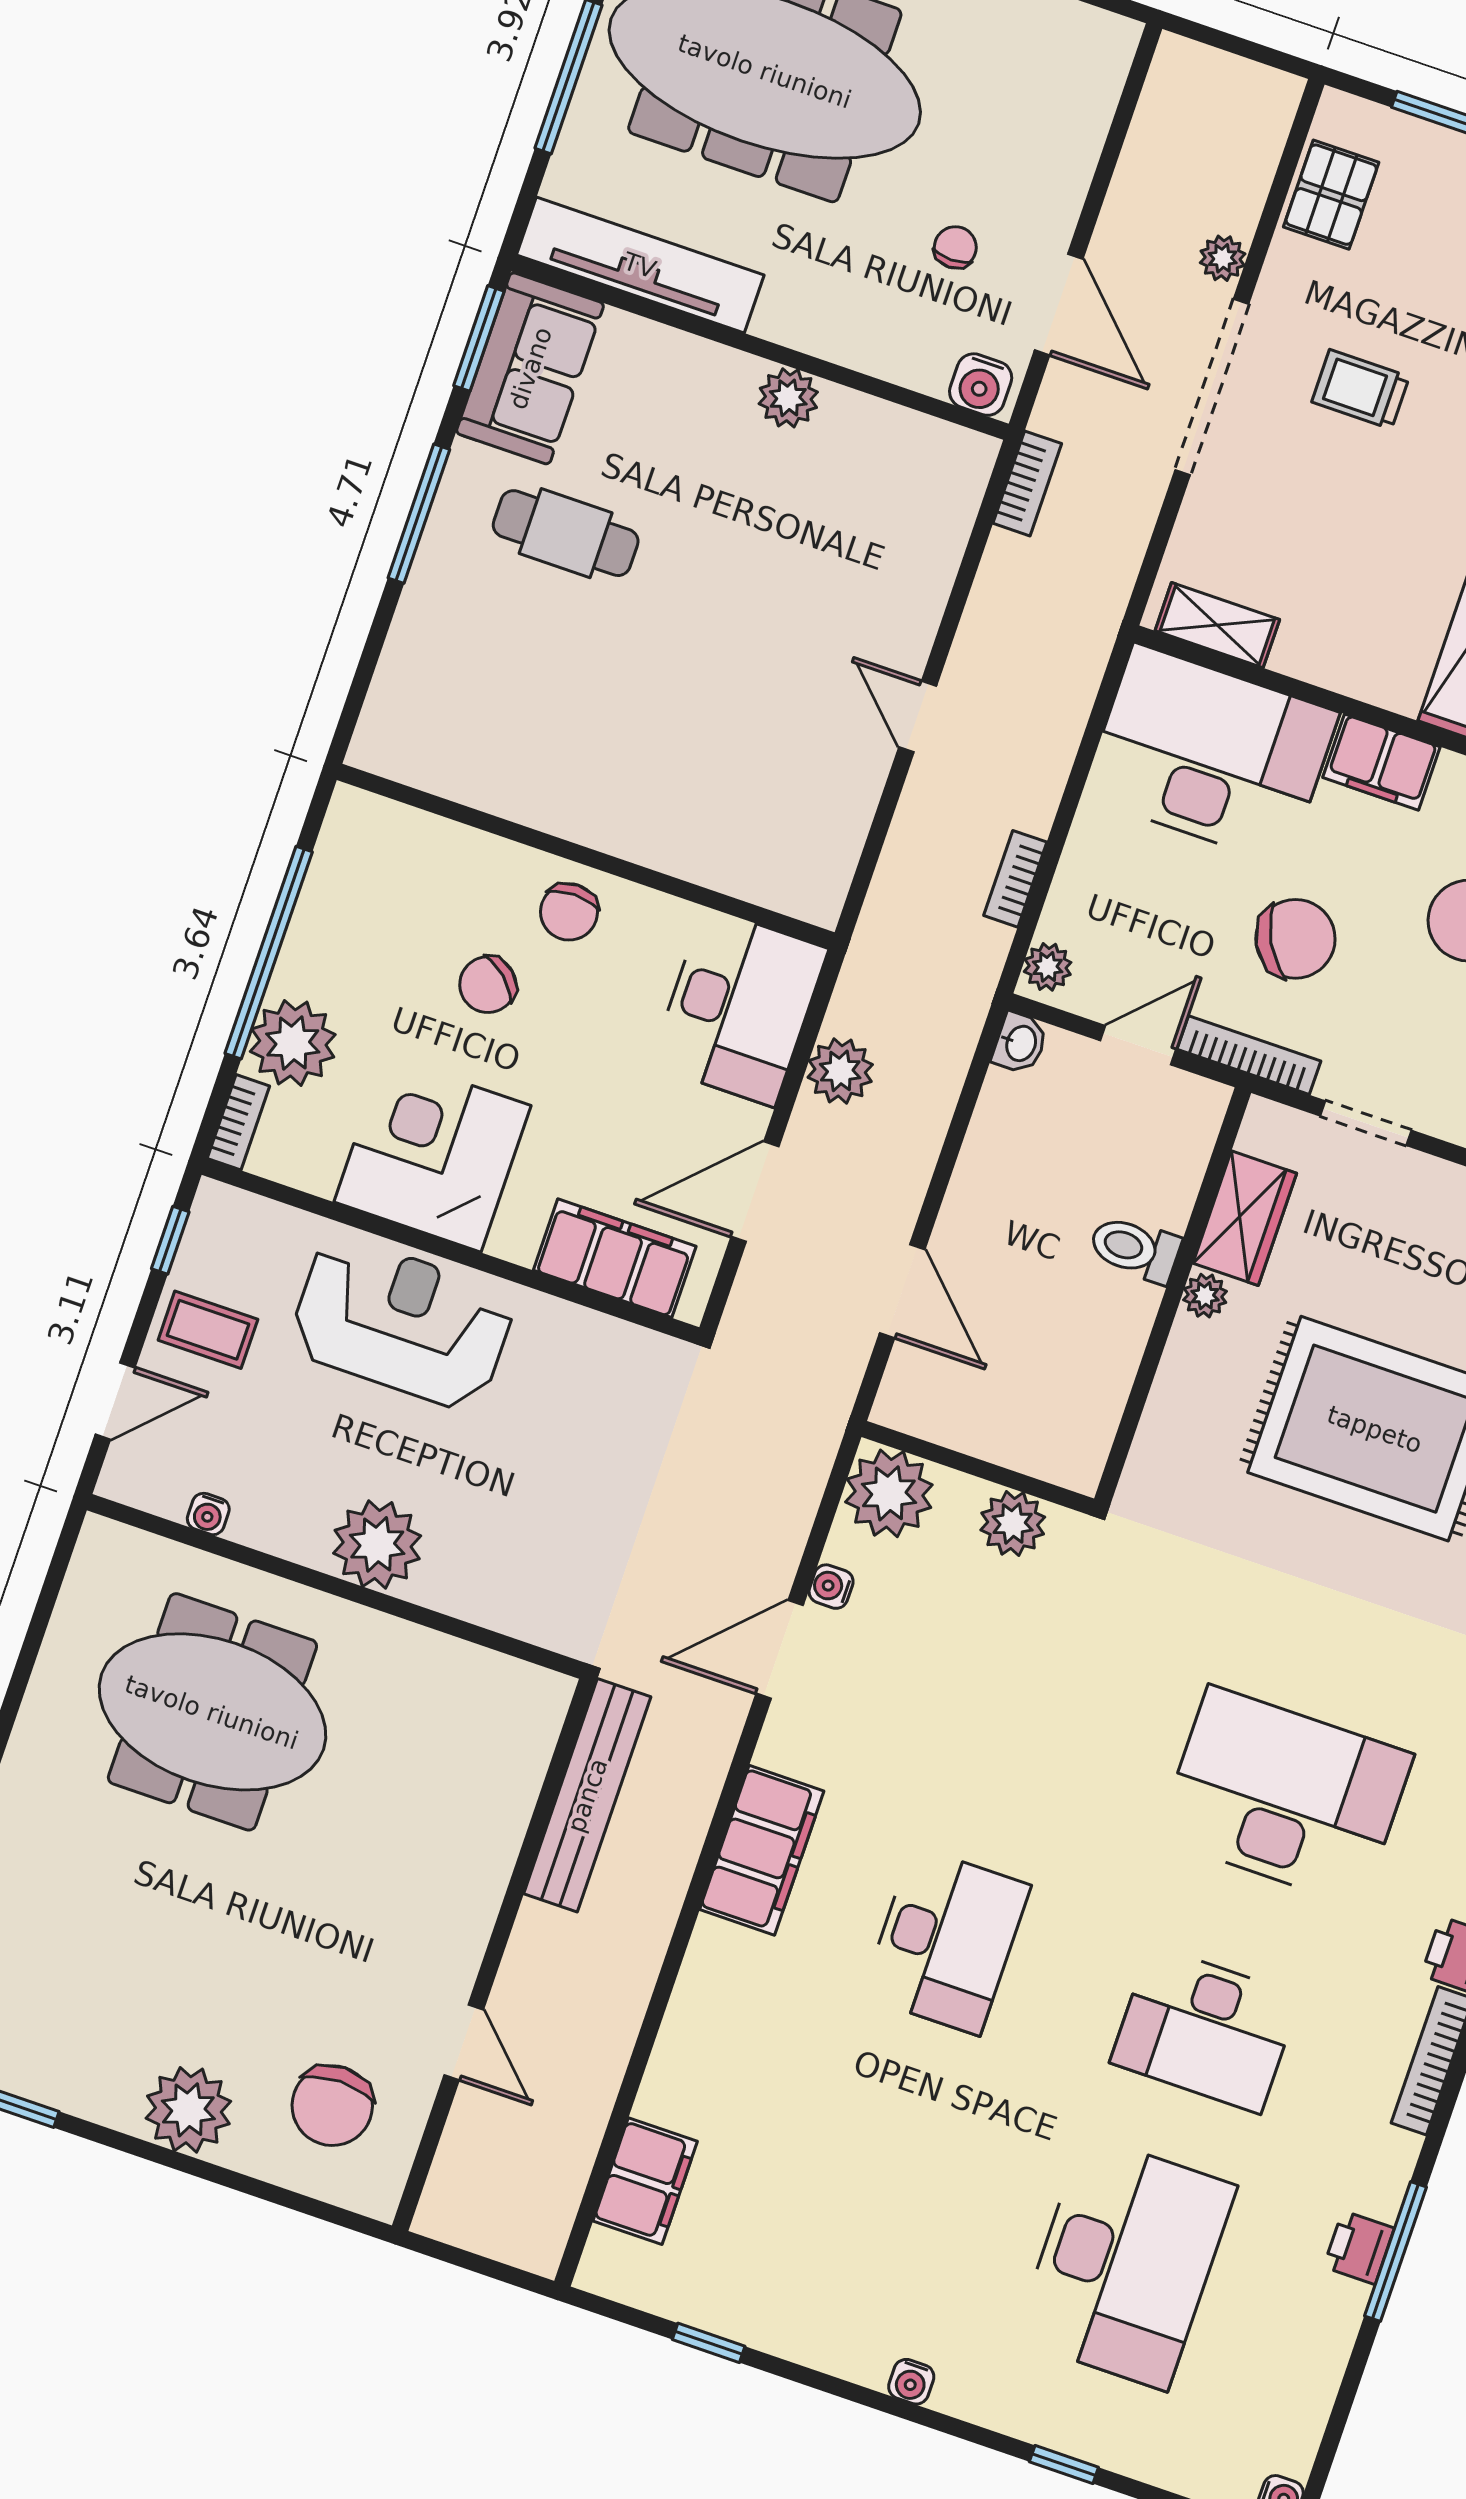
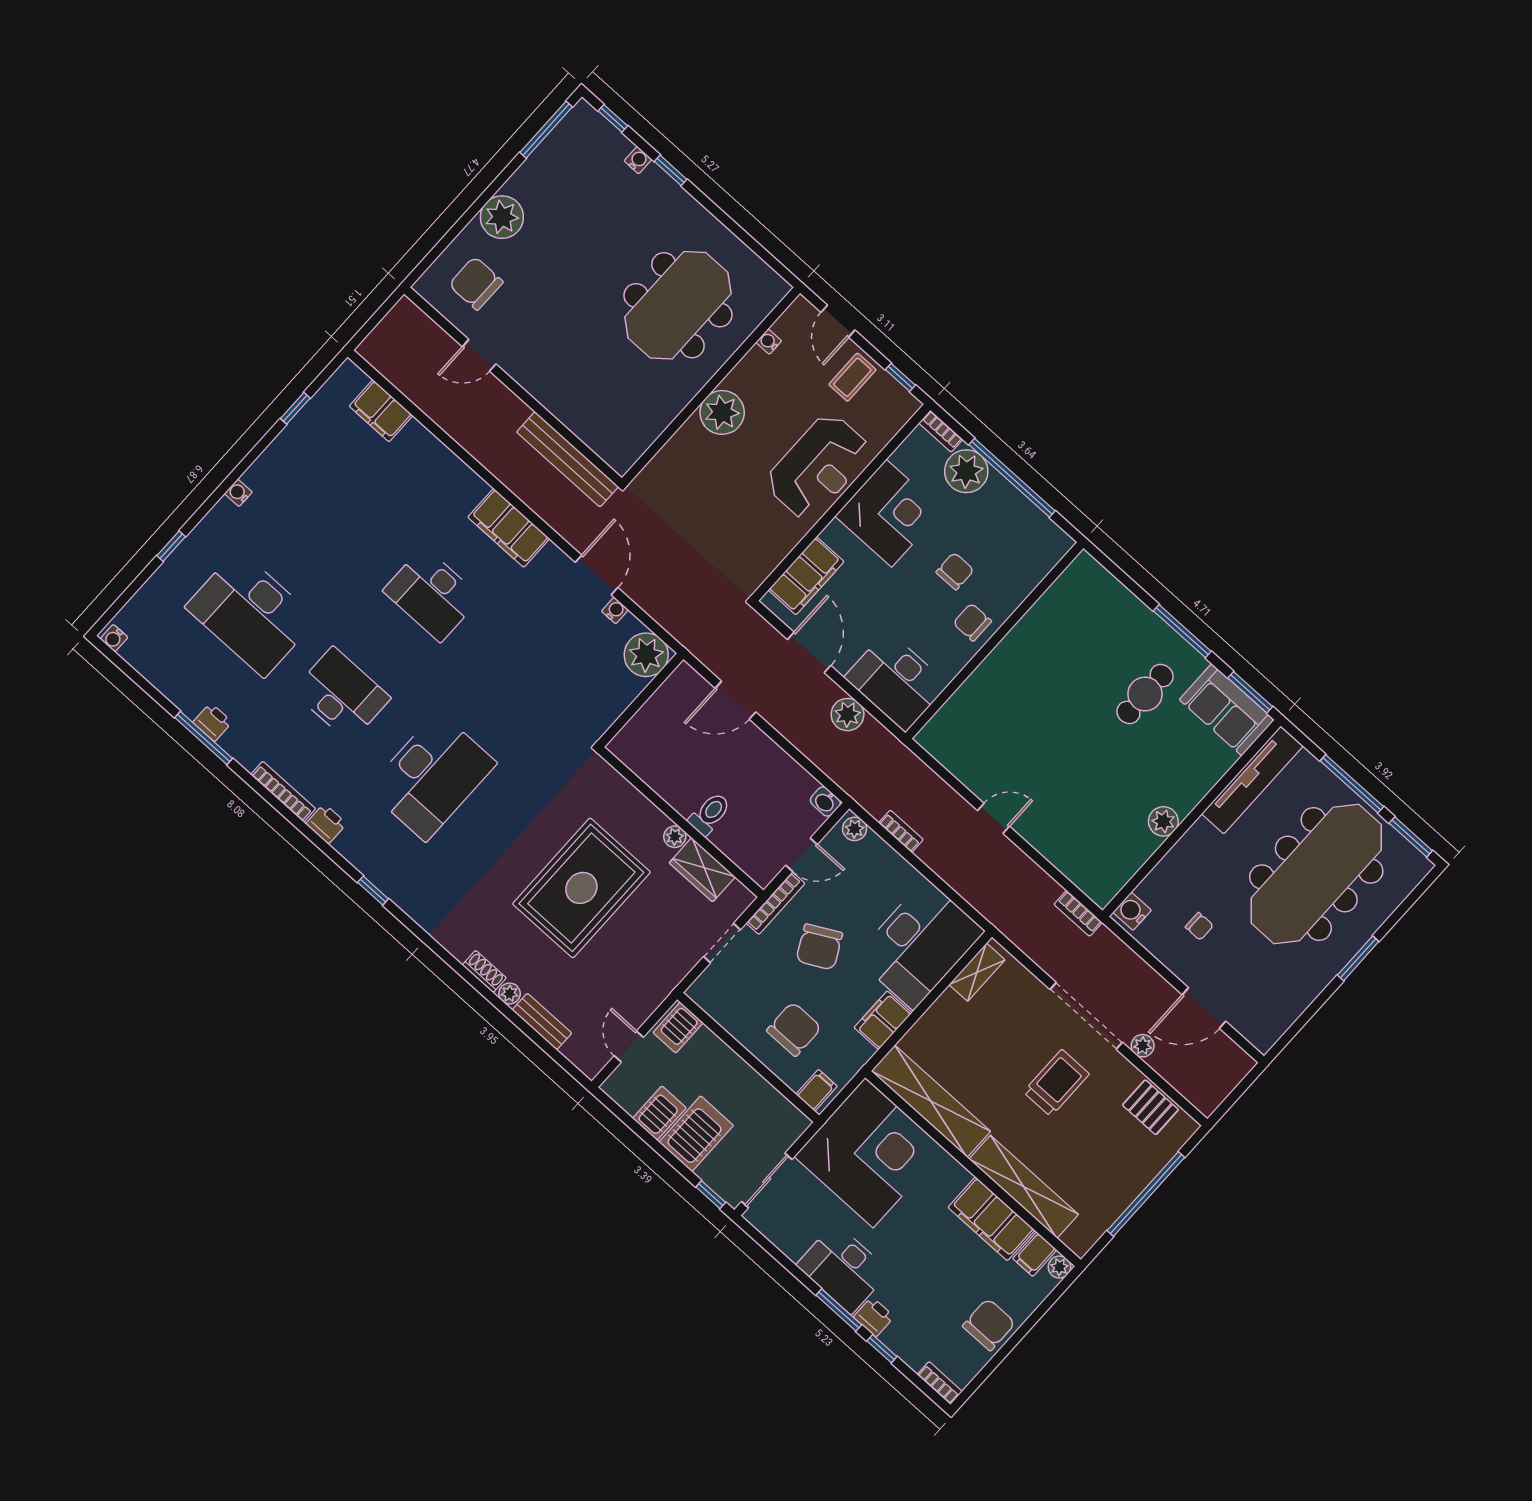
door: (1059, 304) -> (1204, 1008), moved
trolley: (1360, 389) -> (1056, 1083), width x1.36, depth x1.39
chair: (488, 985) -> (955, 571), turned 48
door: (1138, 1045) -> (801, 855), hinge flipped
plant: (1013, 1523) -> (609, 705), removed
desk: (1205, 2029) -> (341, 695), turned 90

